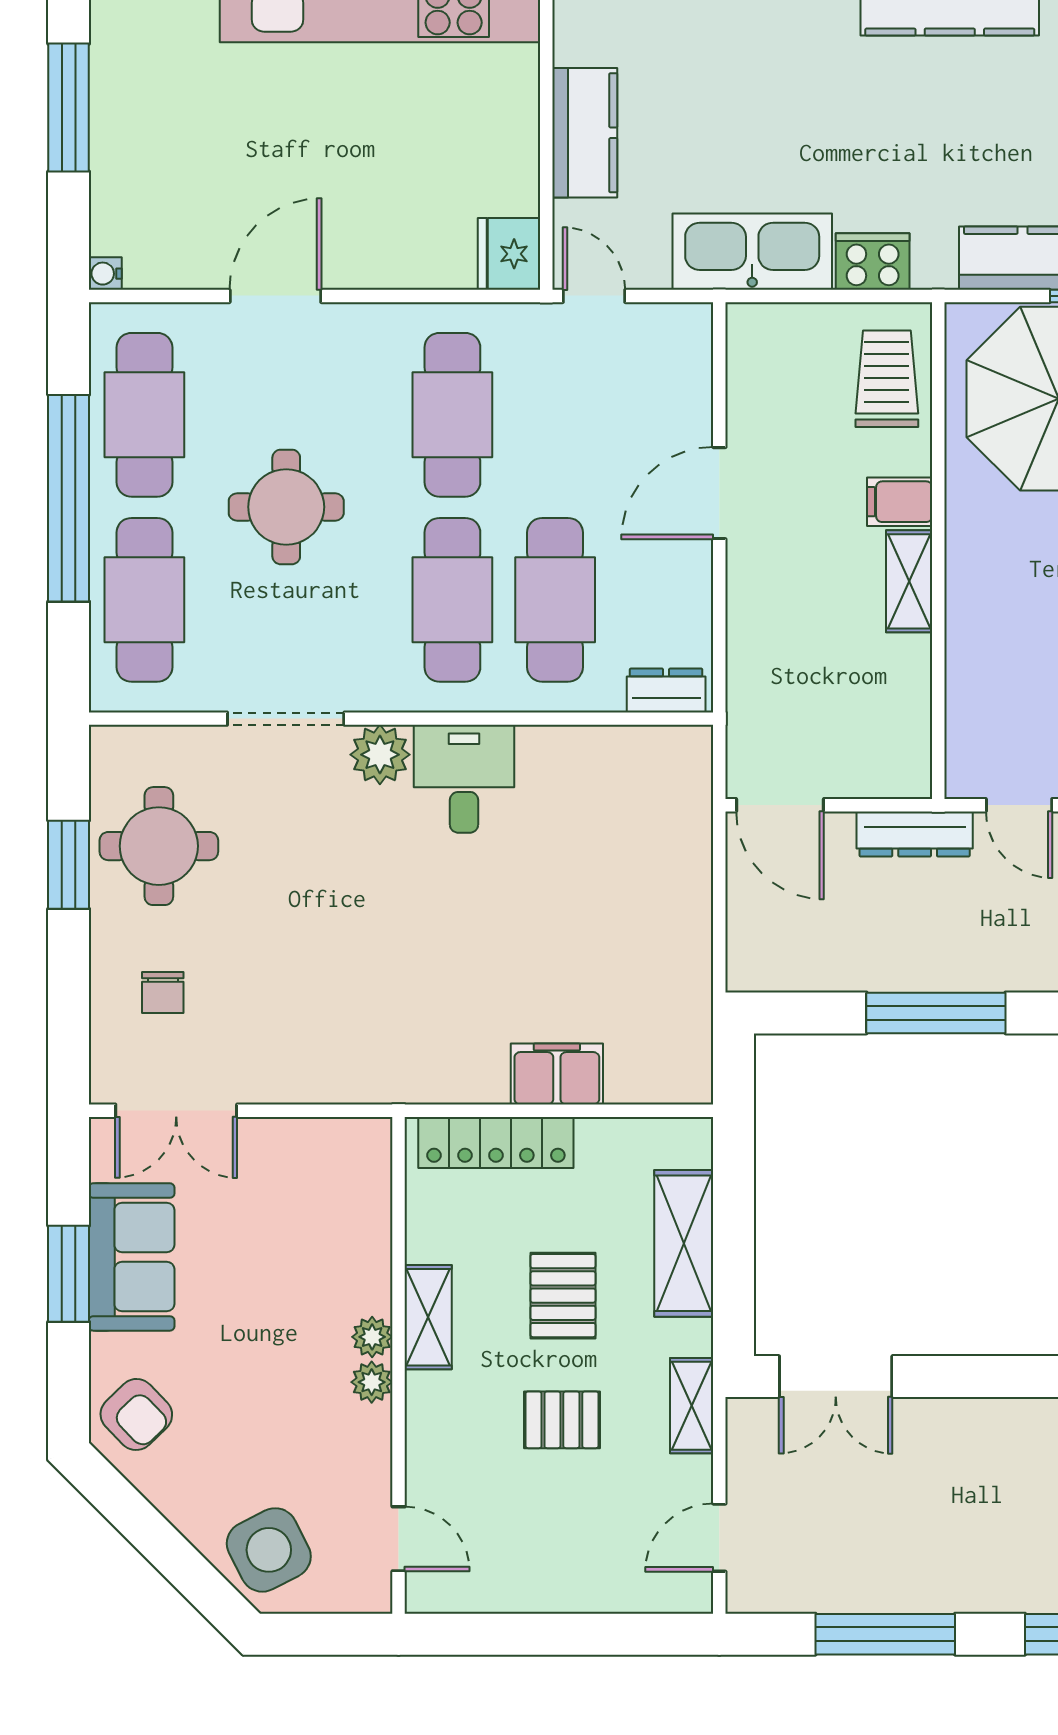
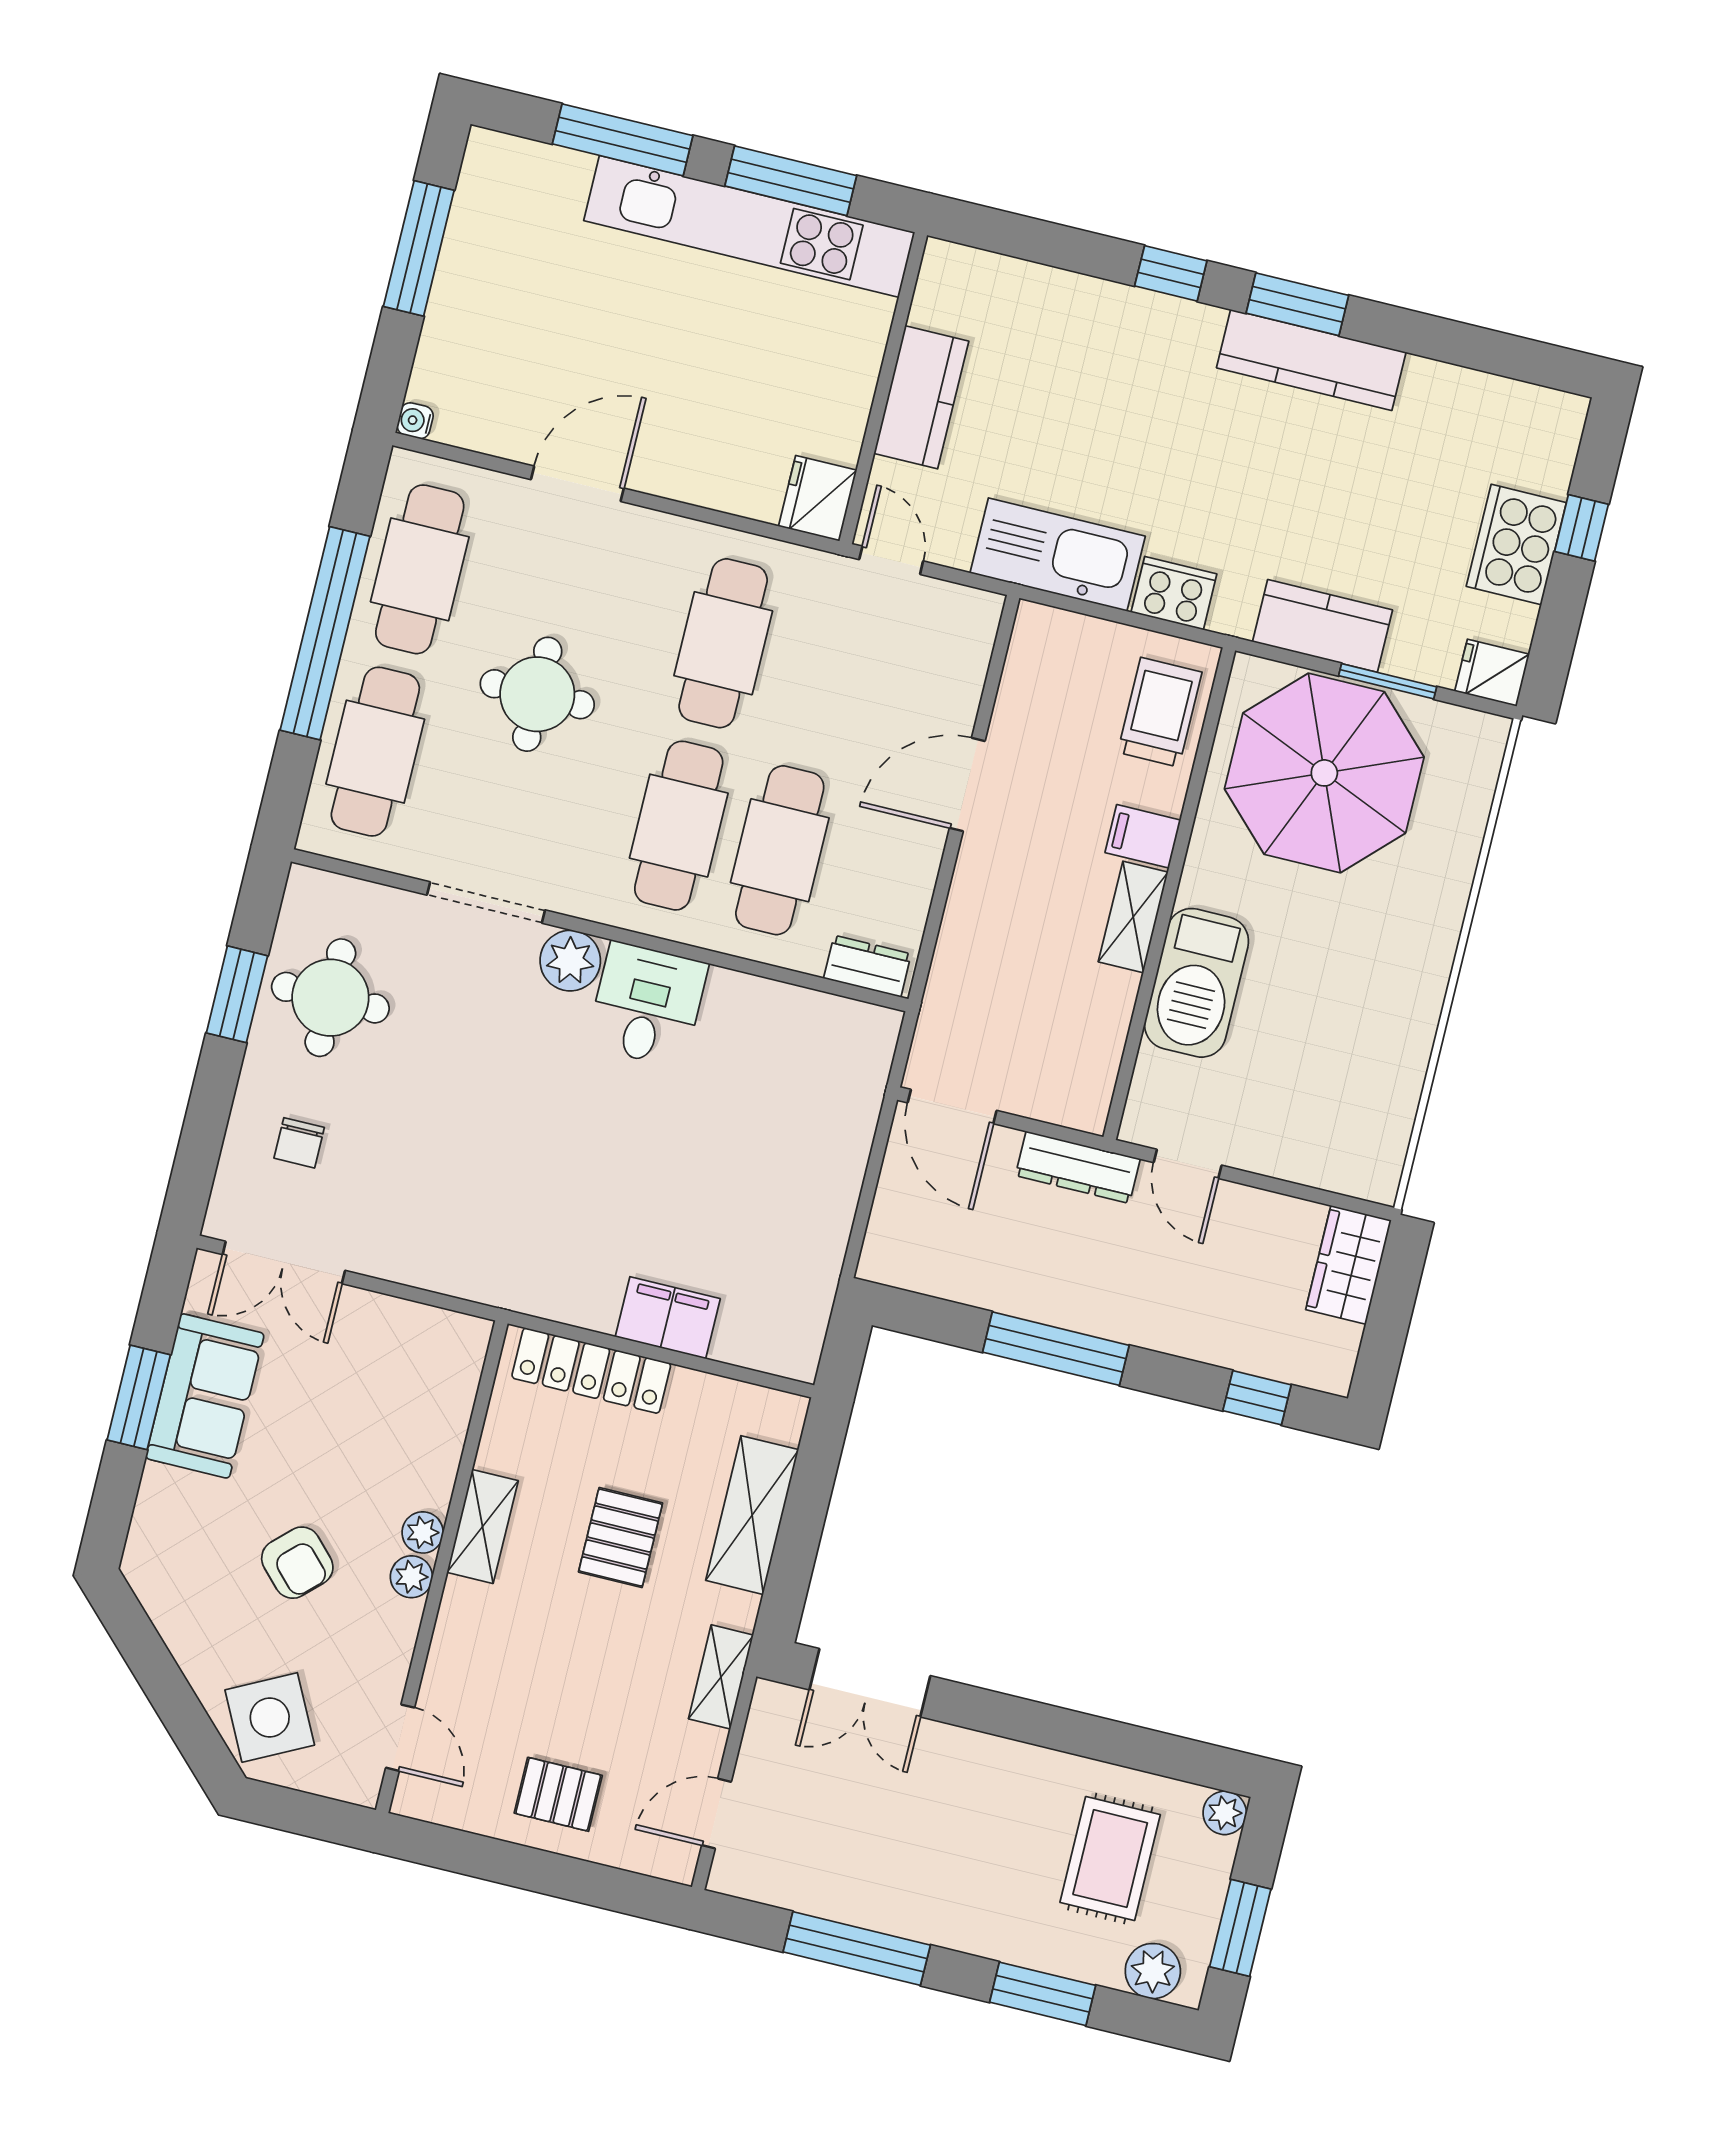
barbecue: (985, 630) -> (1196, 983), added
armchair: (136, 1414) -> (297, 1563), moved
pallet: (562, 1420) -> (558, 1794), moved

